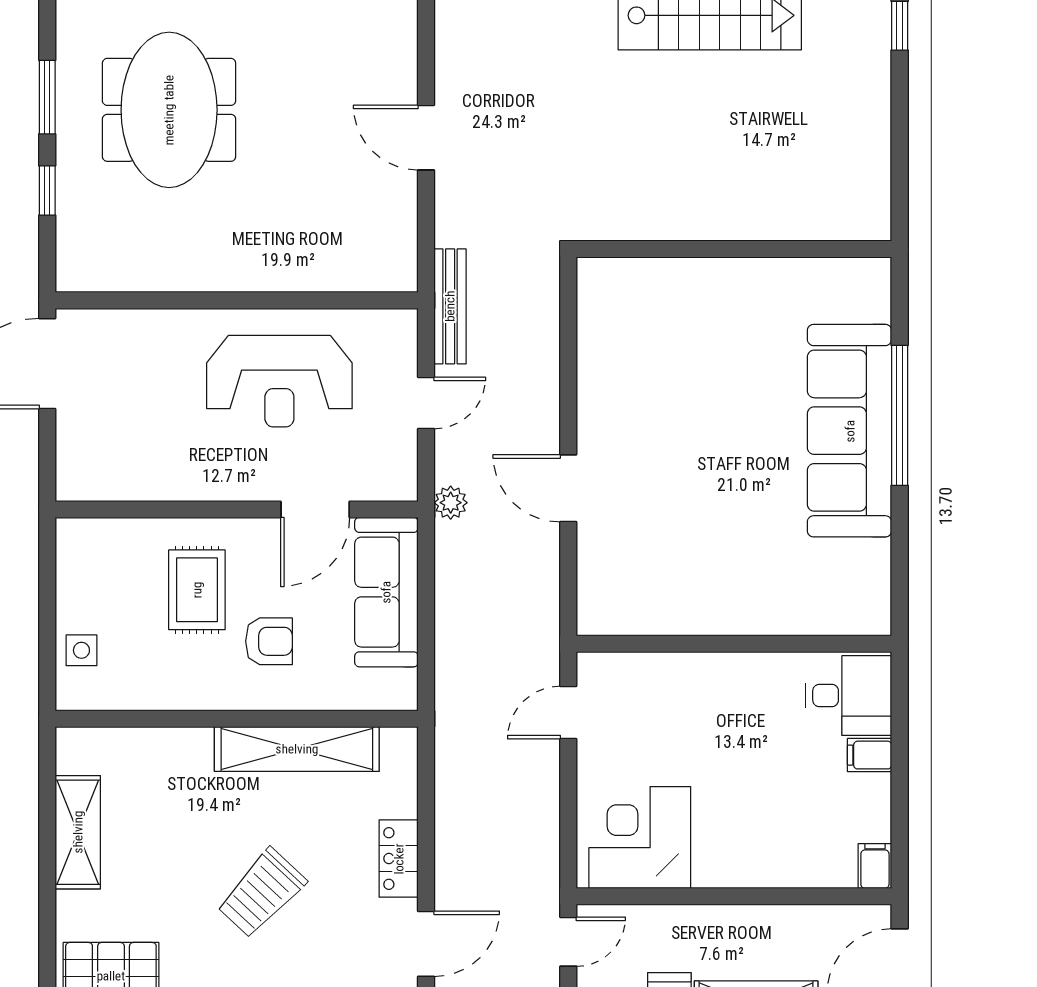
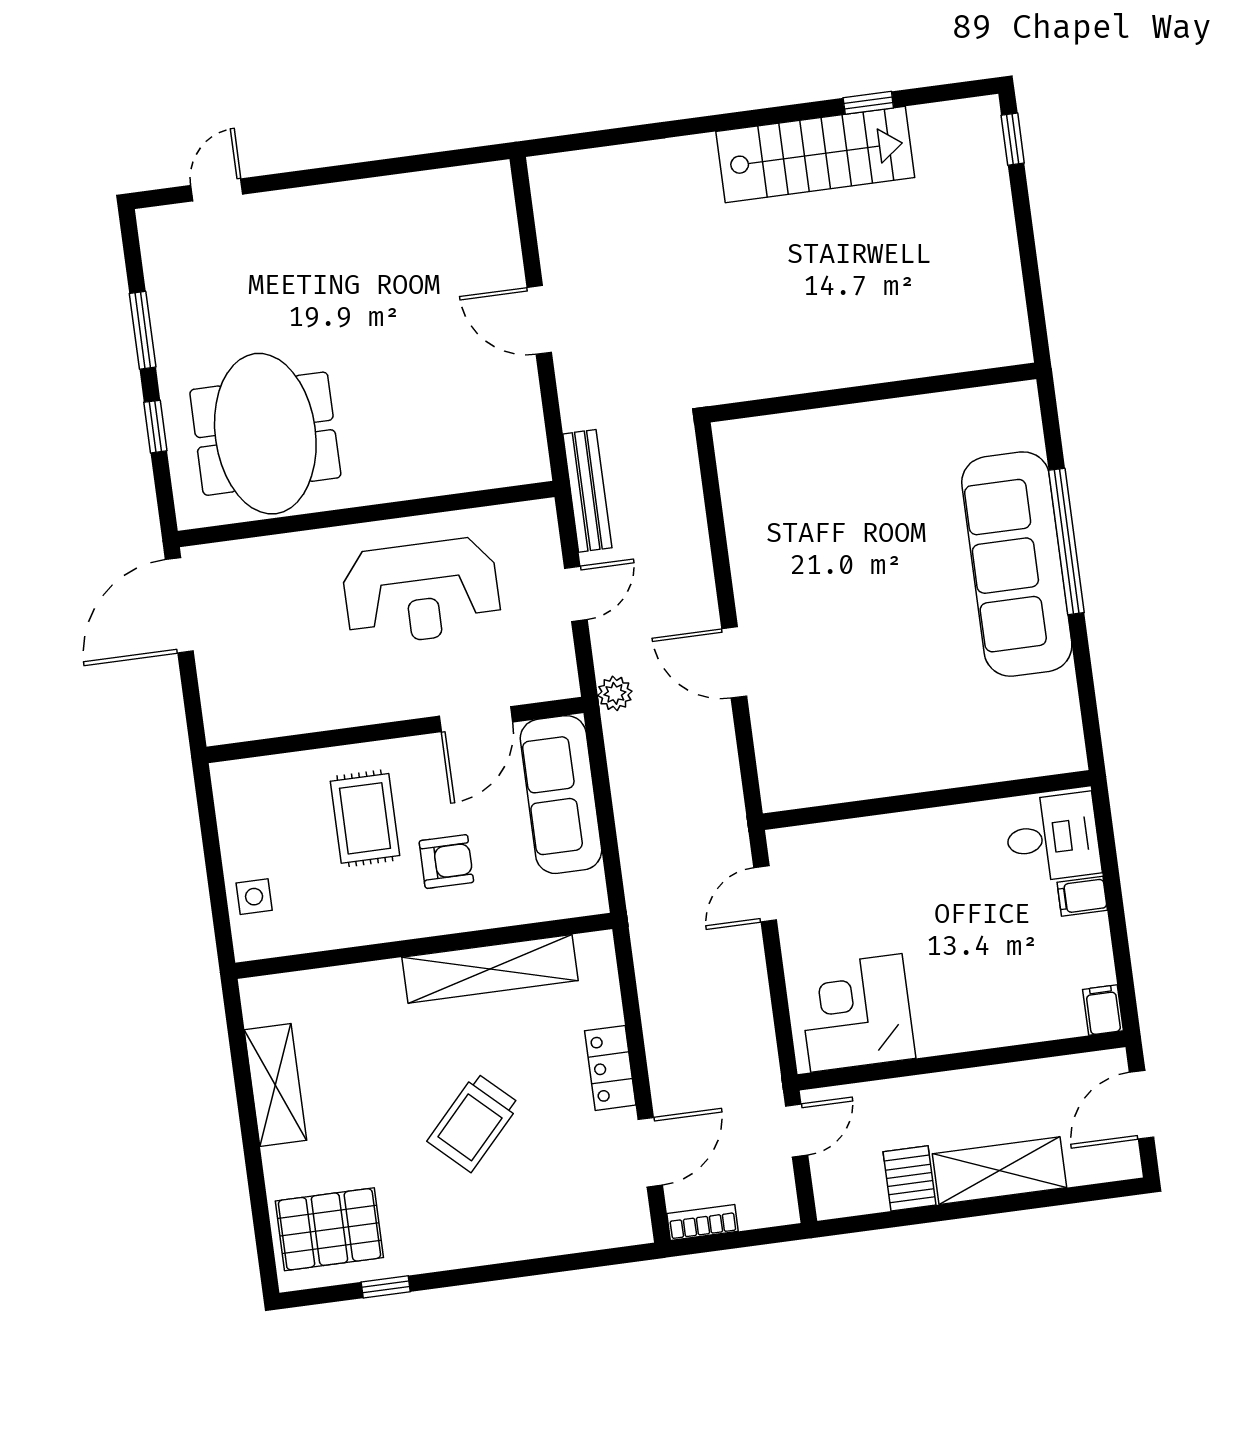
meeting table: (169, 110) -> (265, 434), moved

